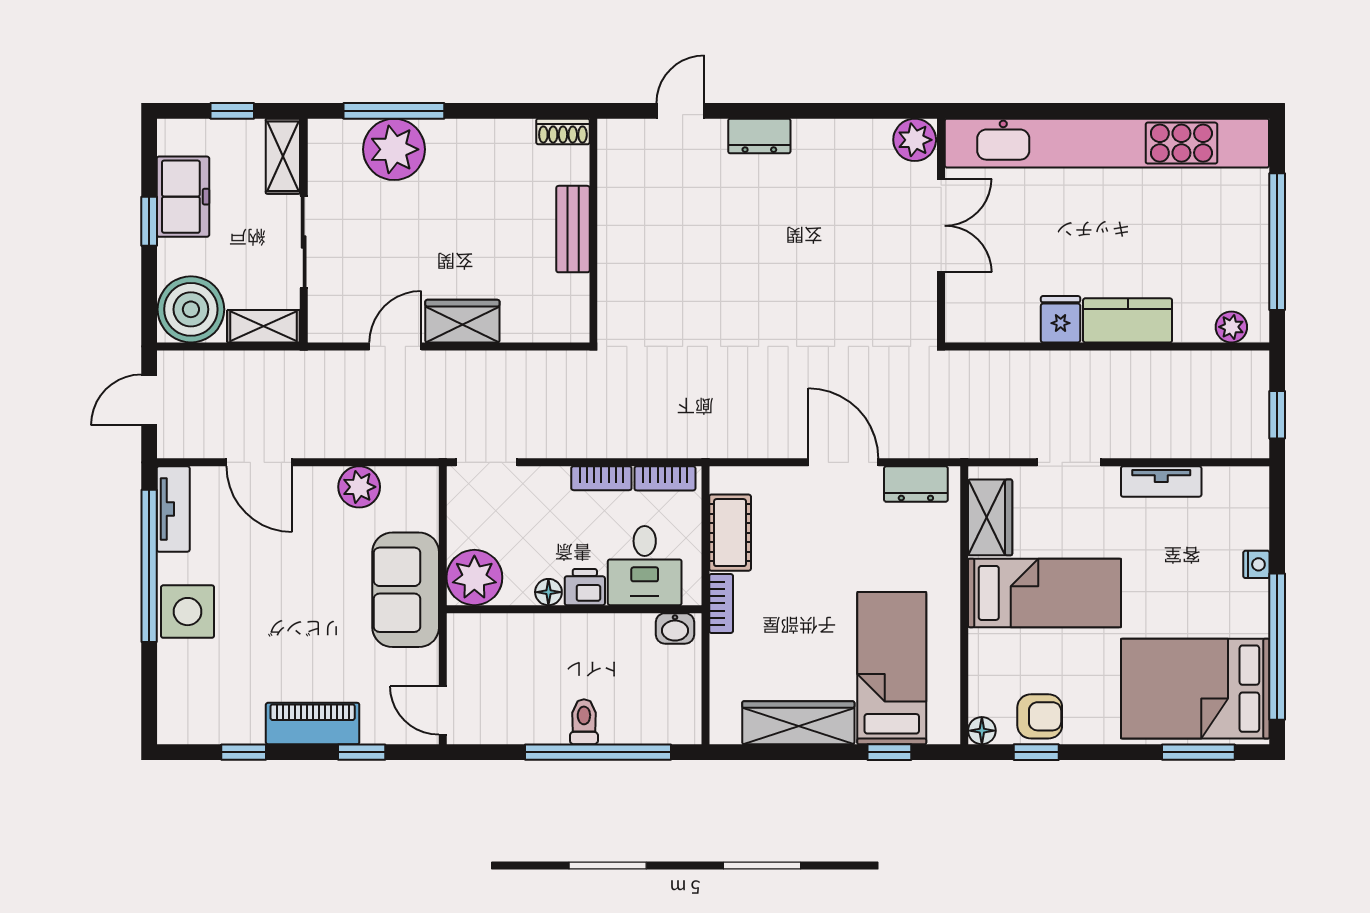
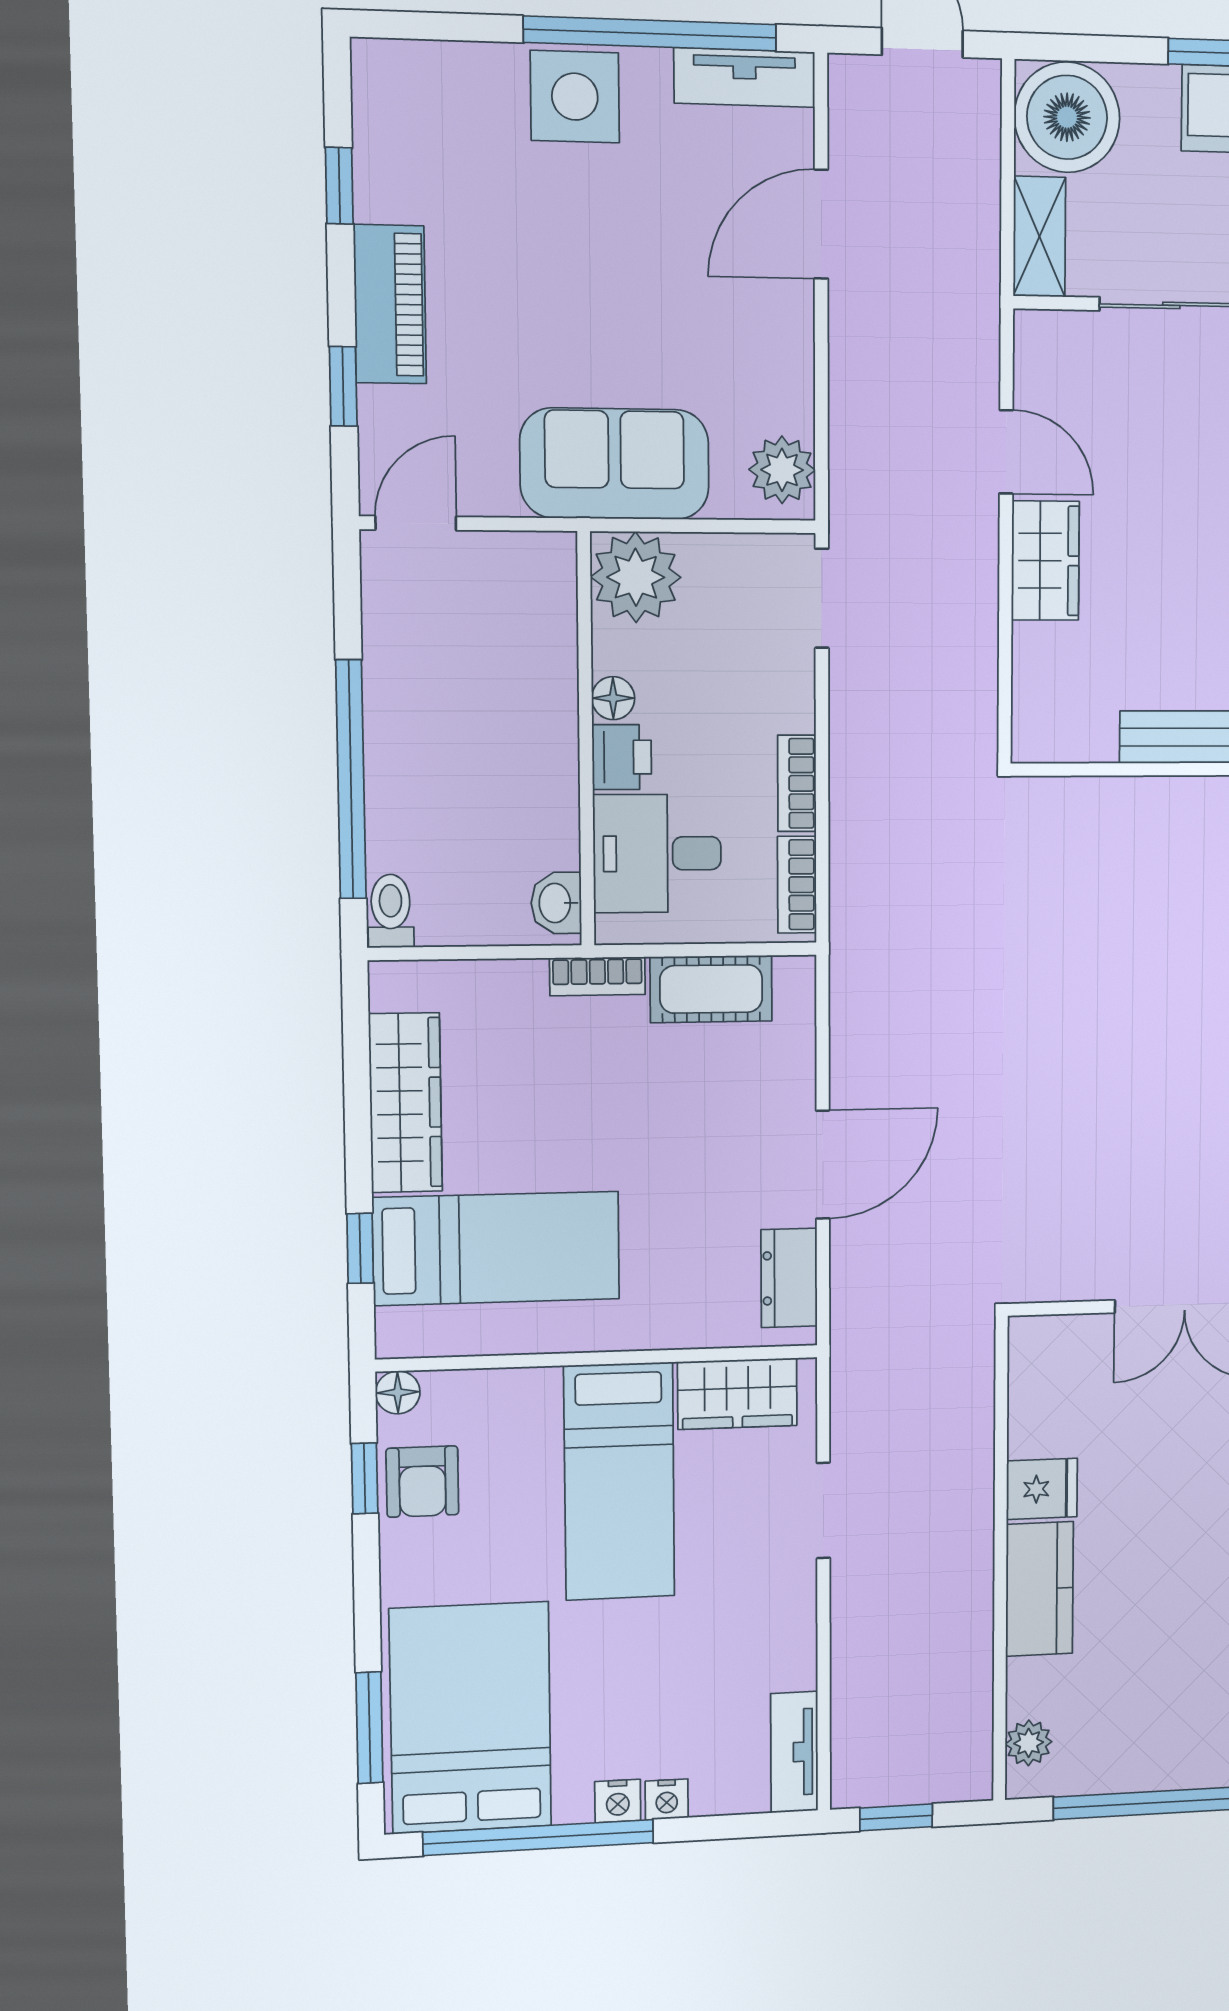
tv unit: (1161, 482) -> (794, 1752), moved
plant: (359, 487) -> (782, 470), moved
nightstand: (1256, 596) -> (618, 1801), added
toilet: (584, 722) -> (391, 911), moved, turned -90

